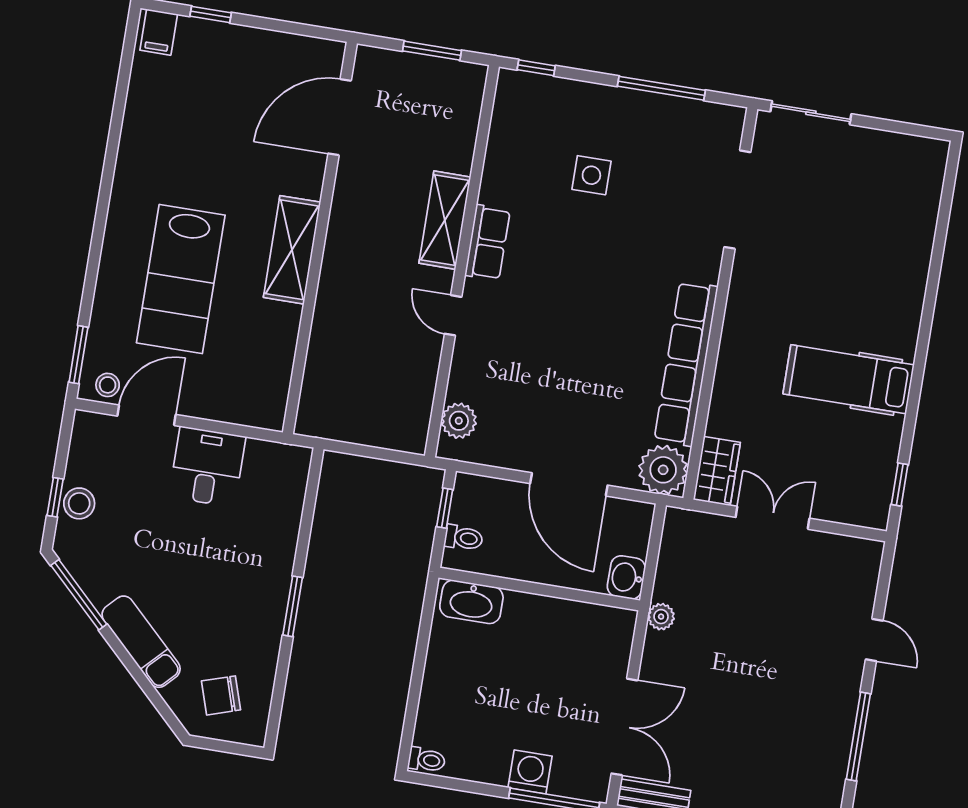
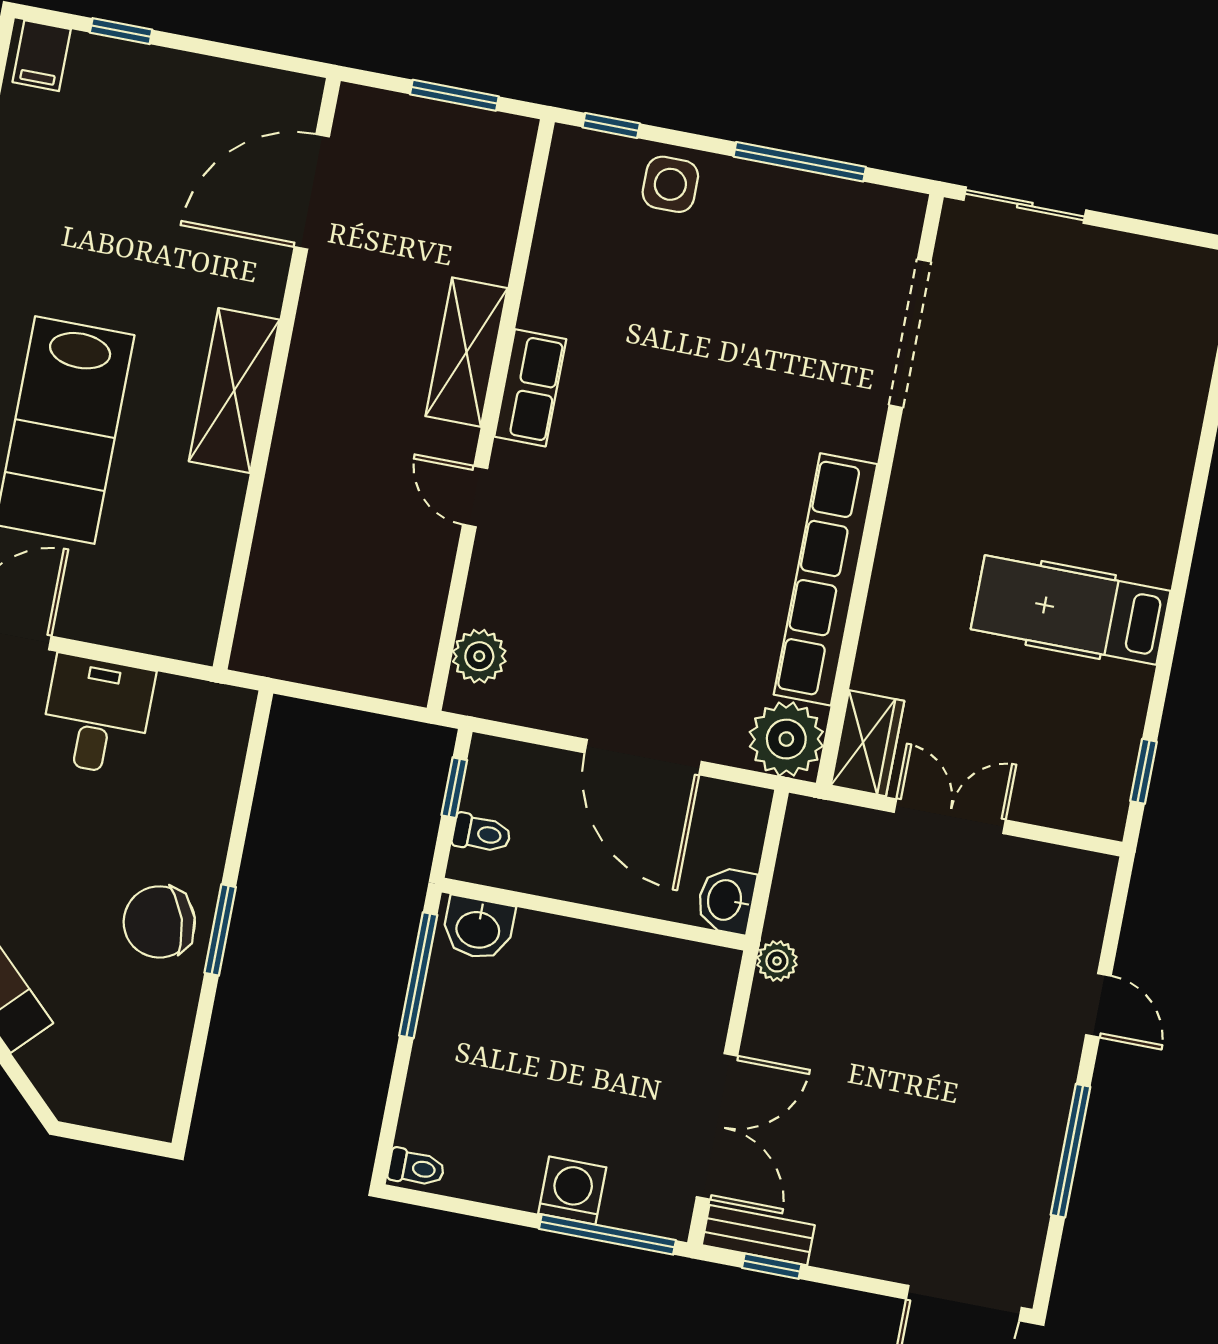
side table: (591, 175) -> (670, 184), moved
washbasin: (471, 602) -> (478, 928), width x0.72
window: (424, 633) -> (418, 975), added
chair: (221, 695) -> (159, 922), moved, width x1.37, depth x1.37

